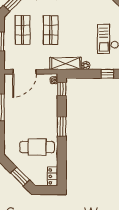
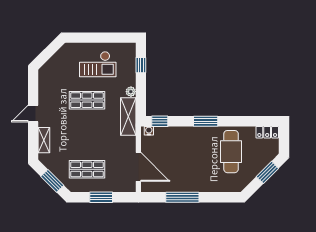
shop shelf: (51, 30) -> (87, 100), moved

